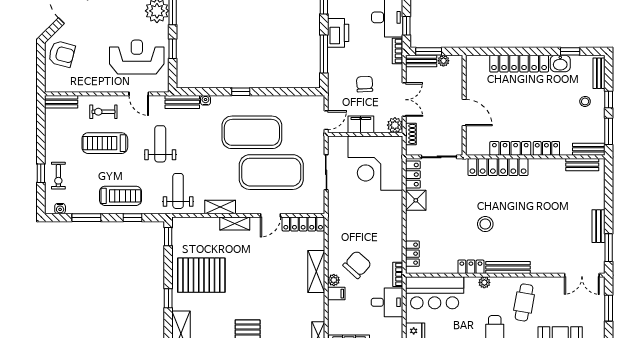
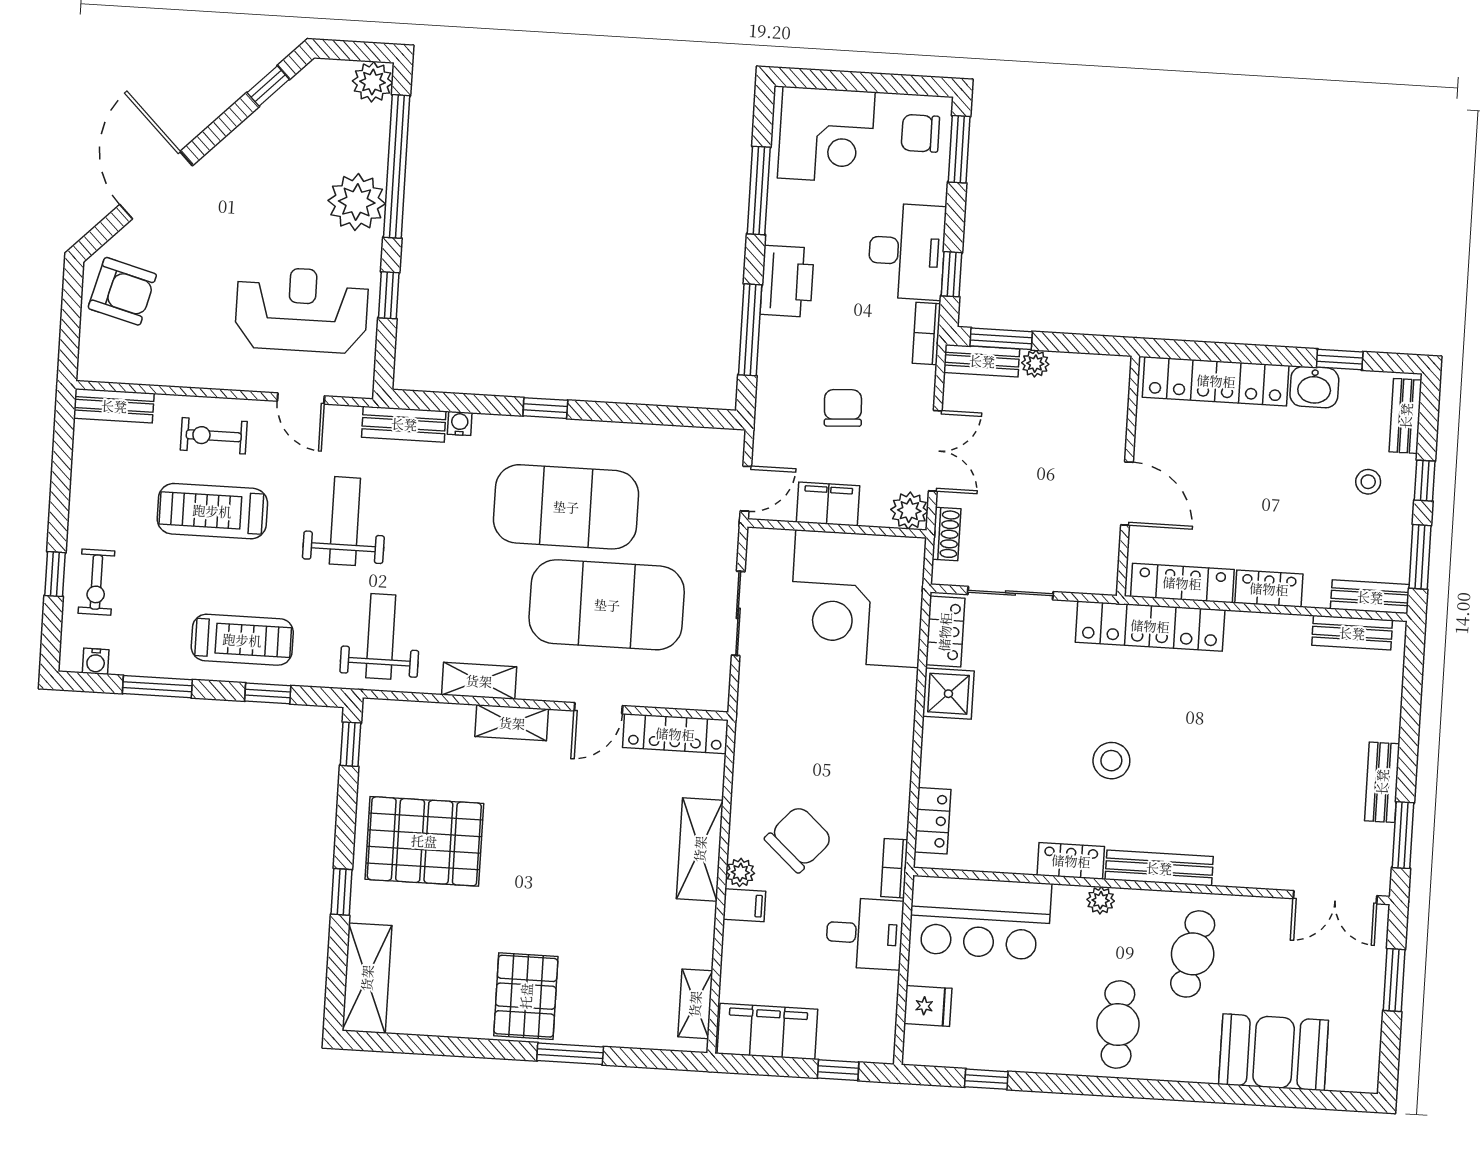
wall: (464, 105) -> (1128, 476), moved
door: (464, 112) -> (1127, 493), moved

